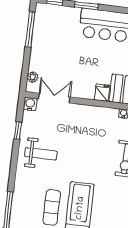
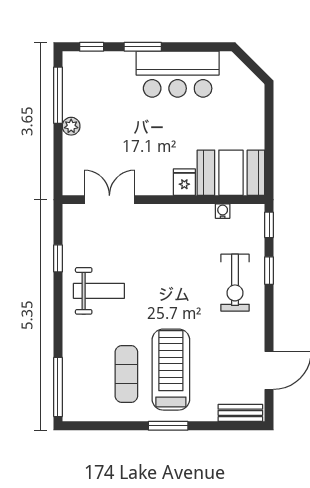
plant: (33, 77) -> (71, 126), moved
water cooler: (30, 104) -> (72, 214), removed

